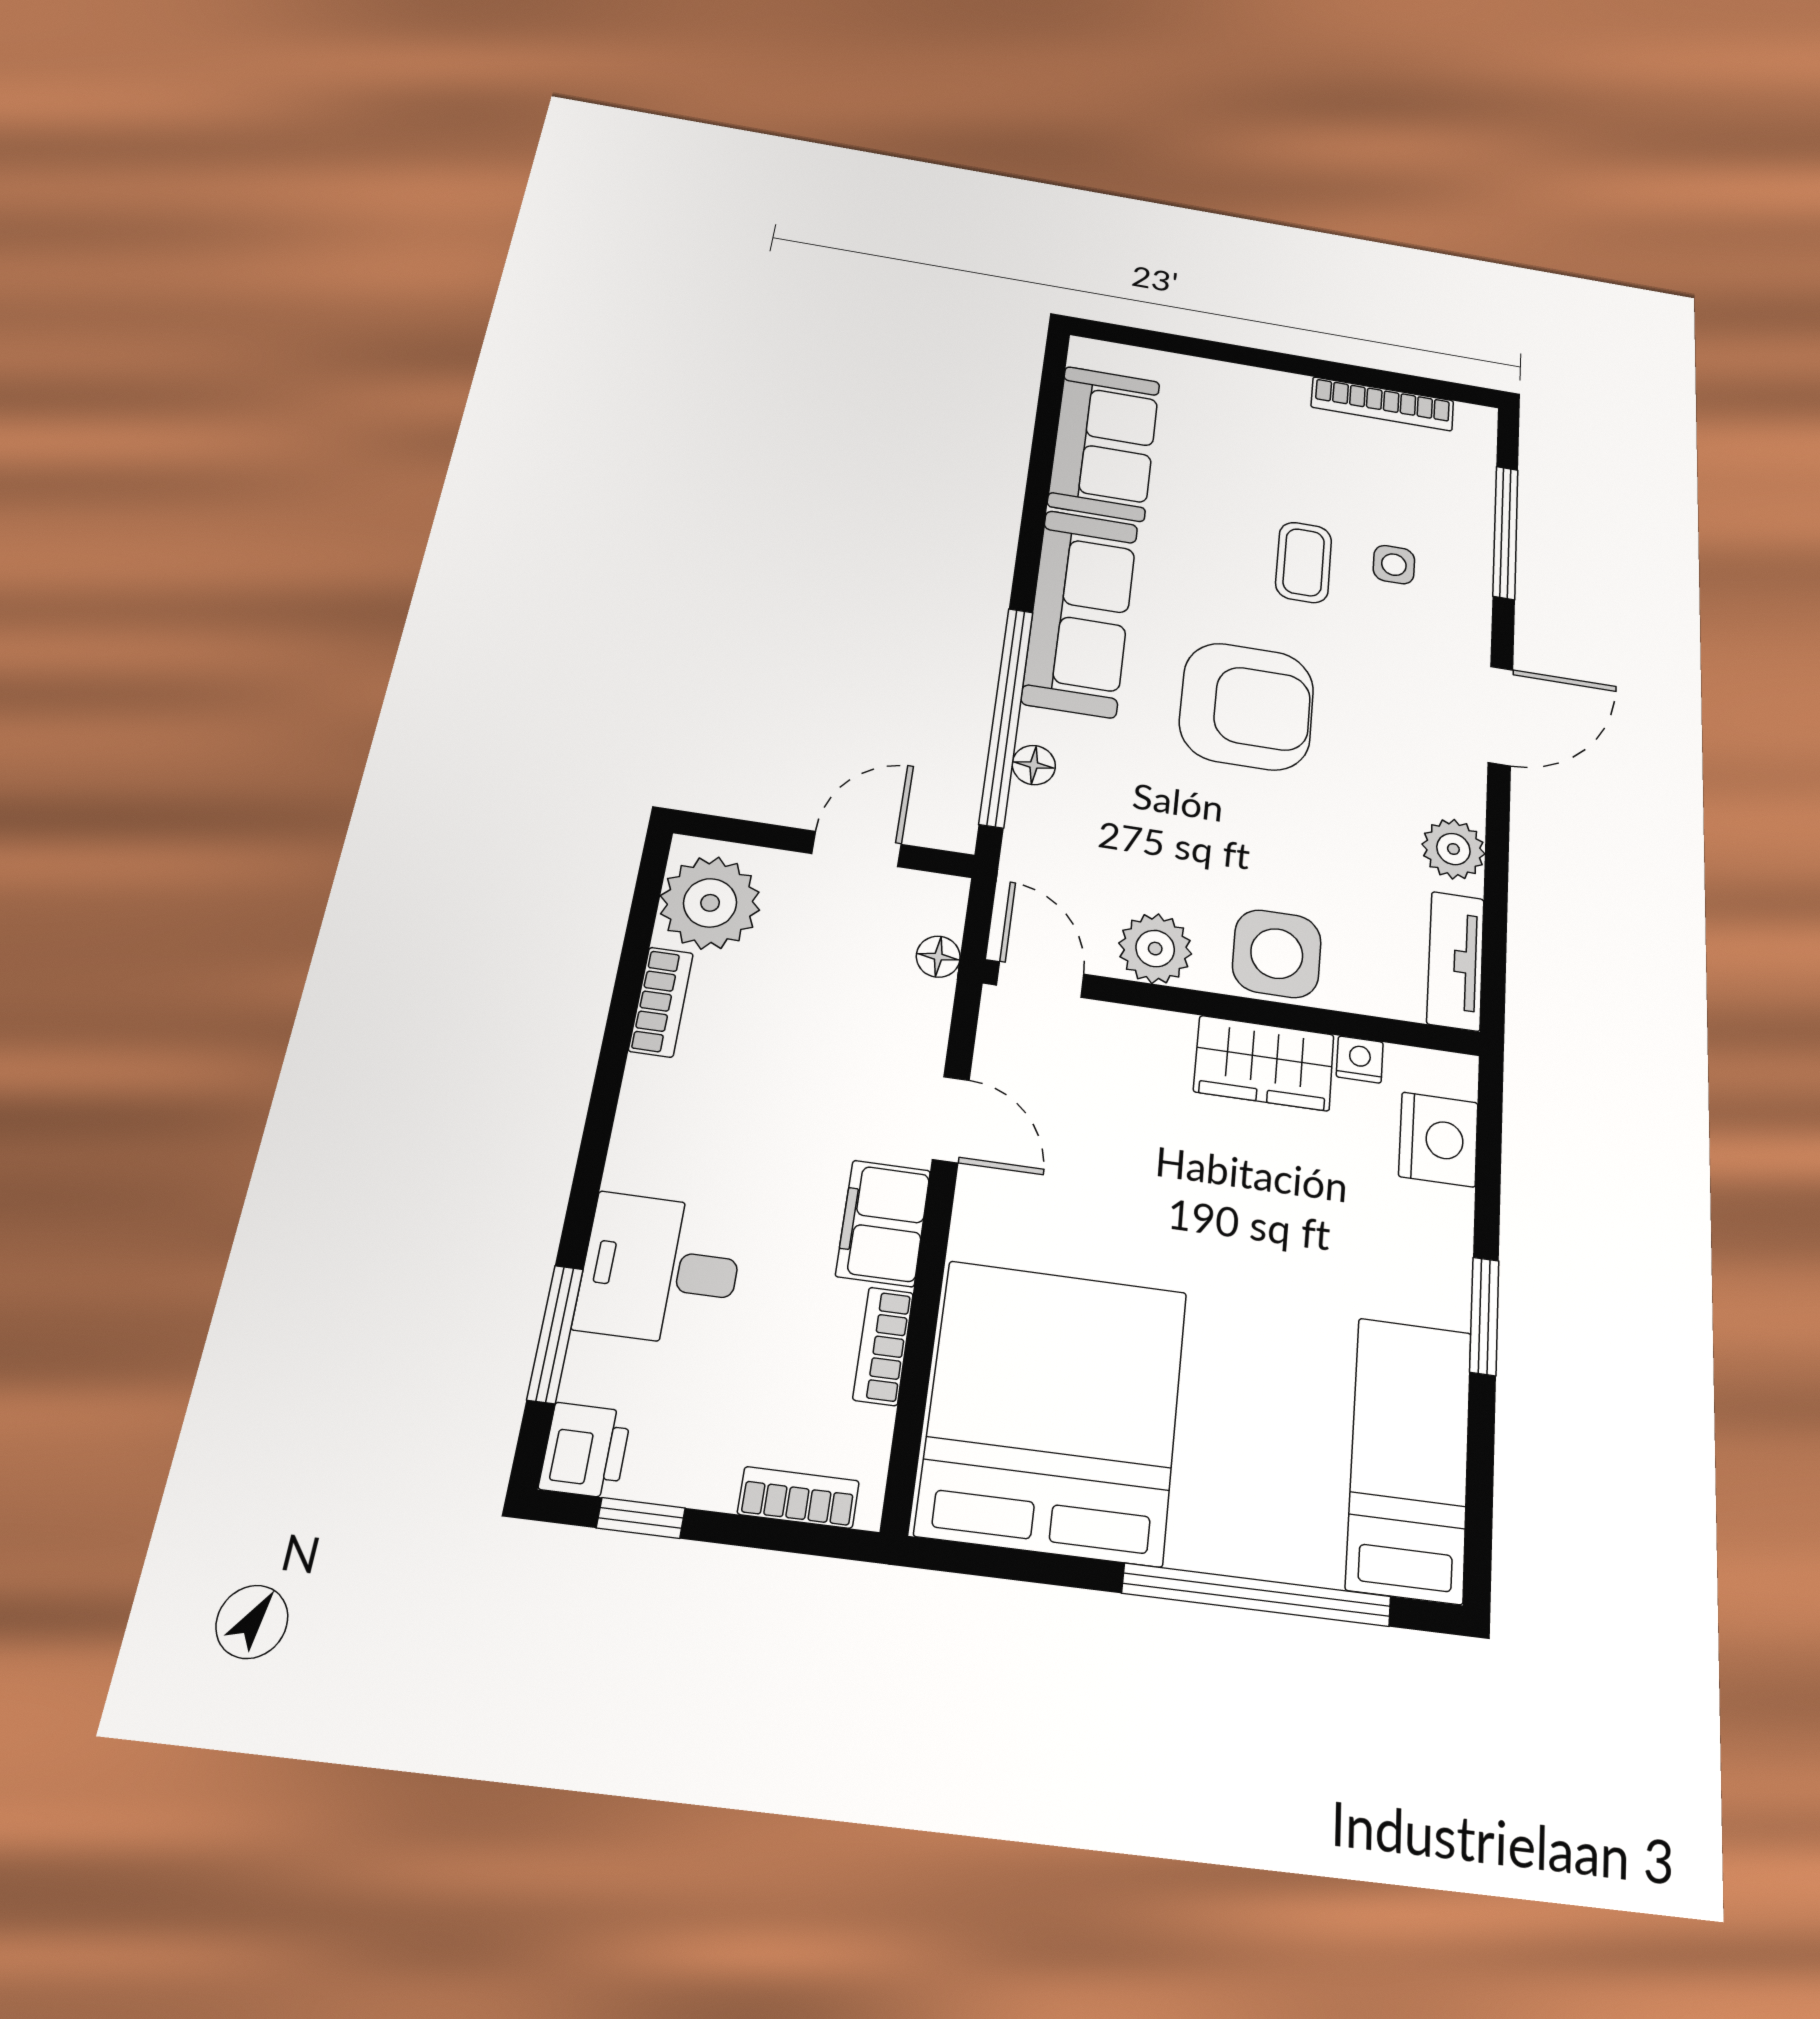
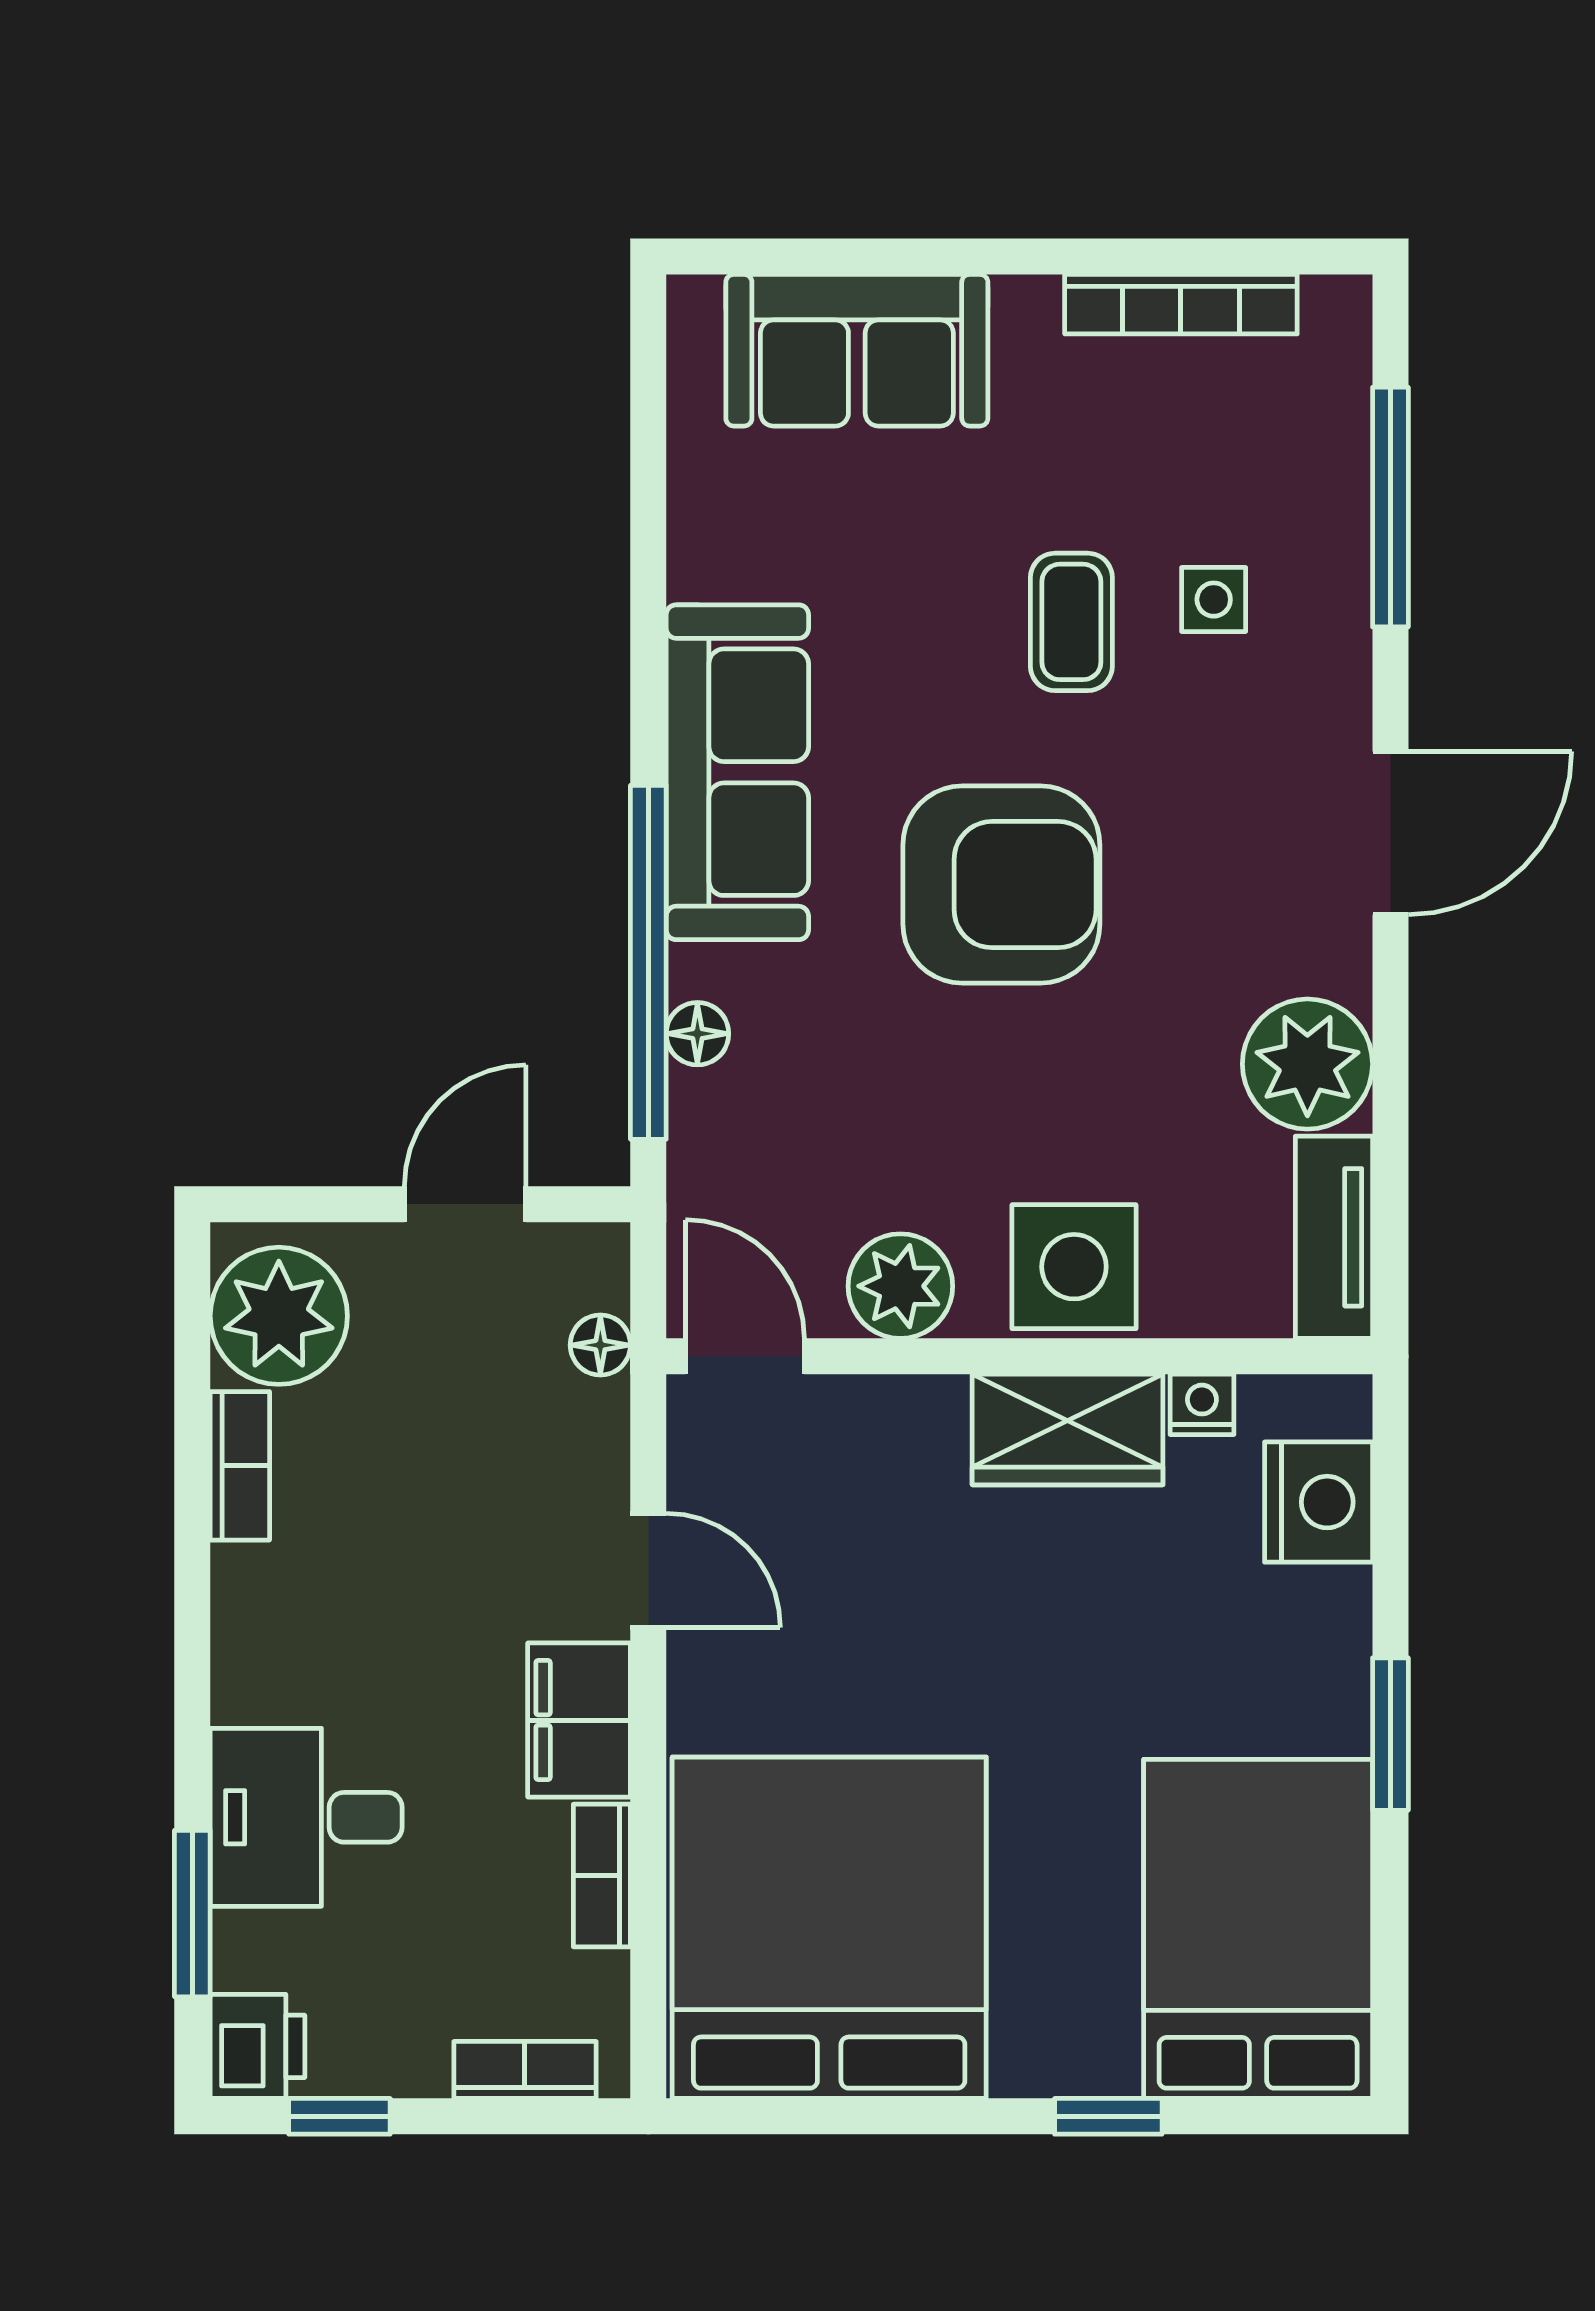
sofa: (1104, 443) -> (857, 350), moved, turned 90
plant: (1453, 849) -> (1307, 1064), width x1.36, depth x1.36
bed: (1410, 1458) -> (1258, 1929), width x1.50
window: (1257, 1595) -> (1108, 2116), width x0.32

